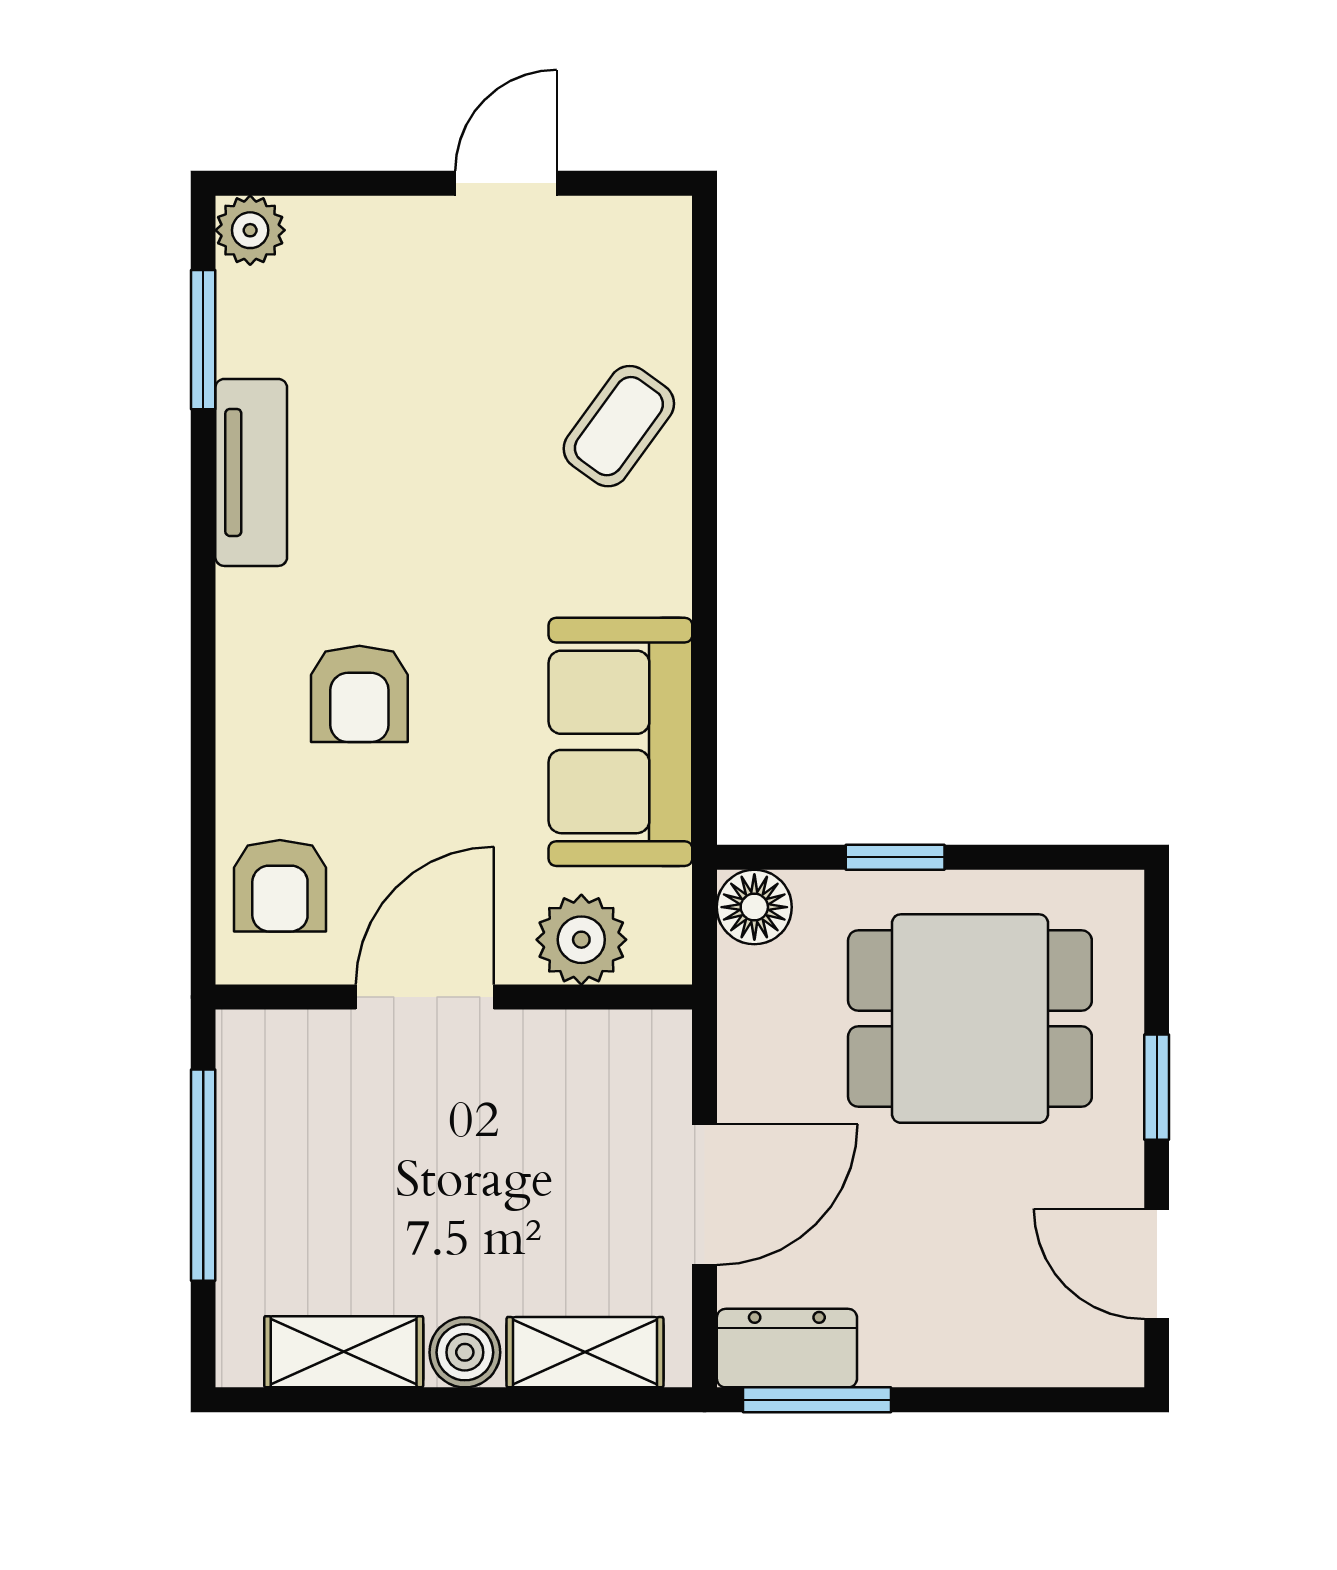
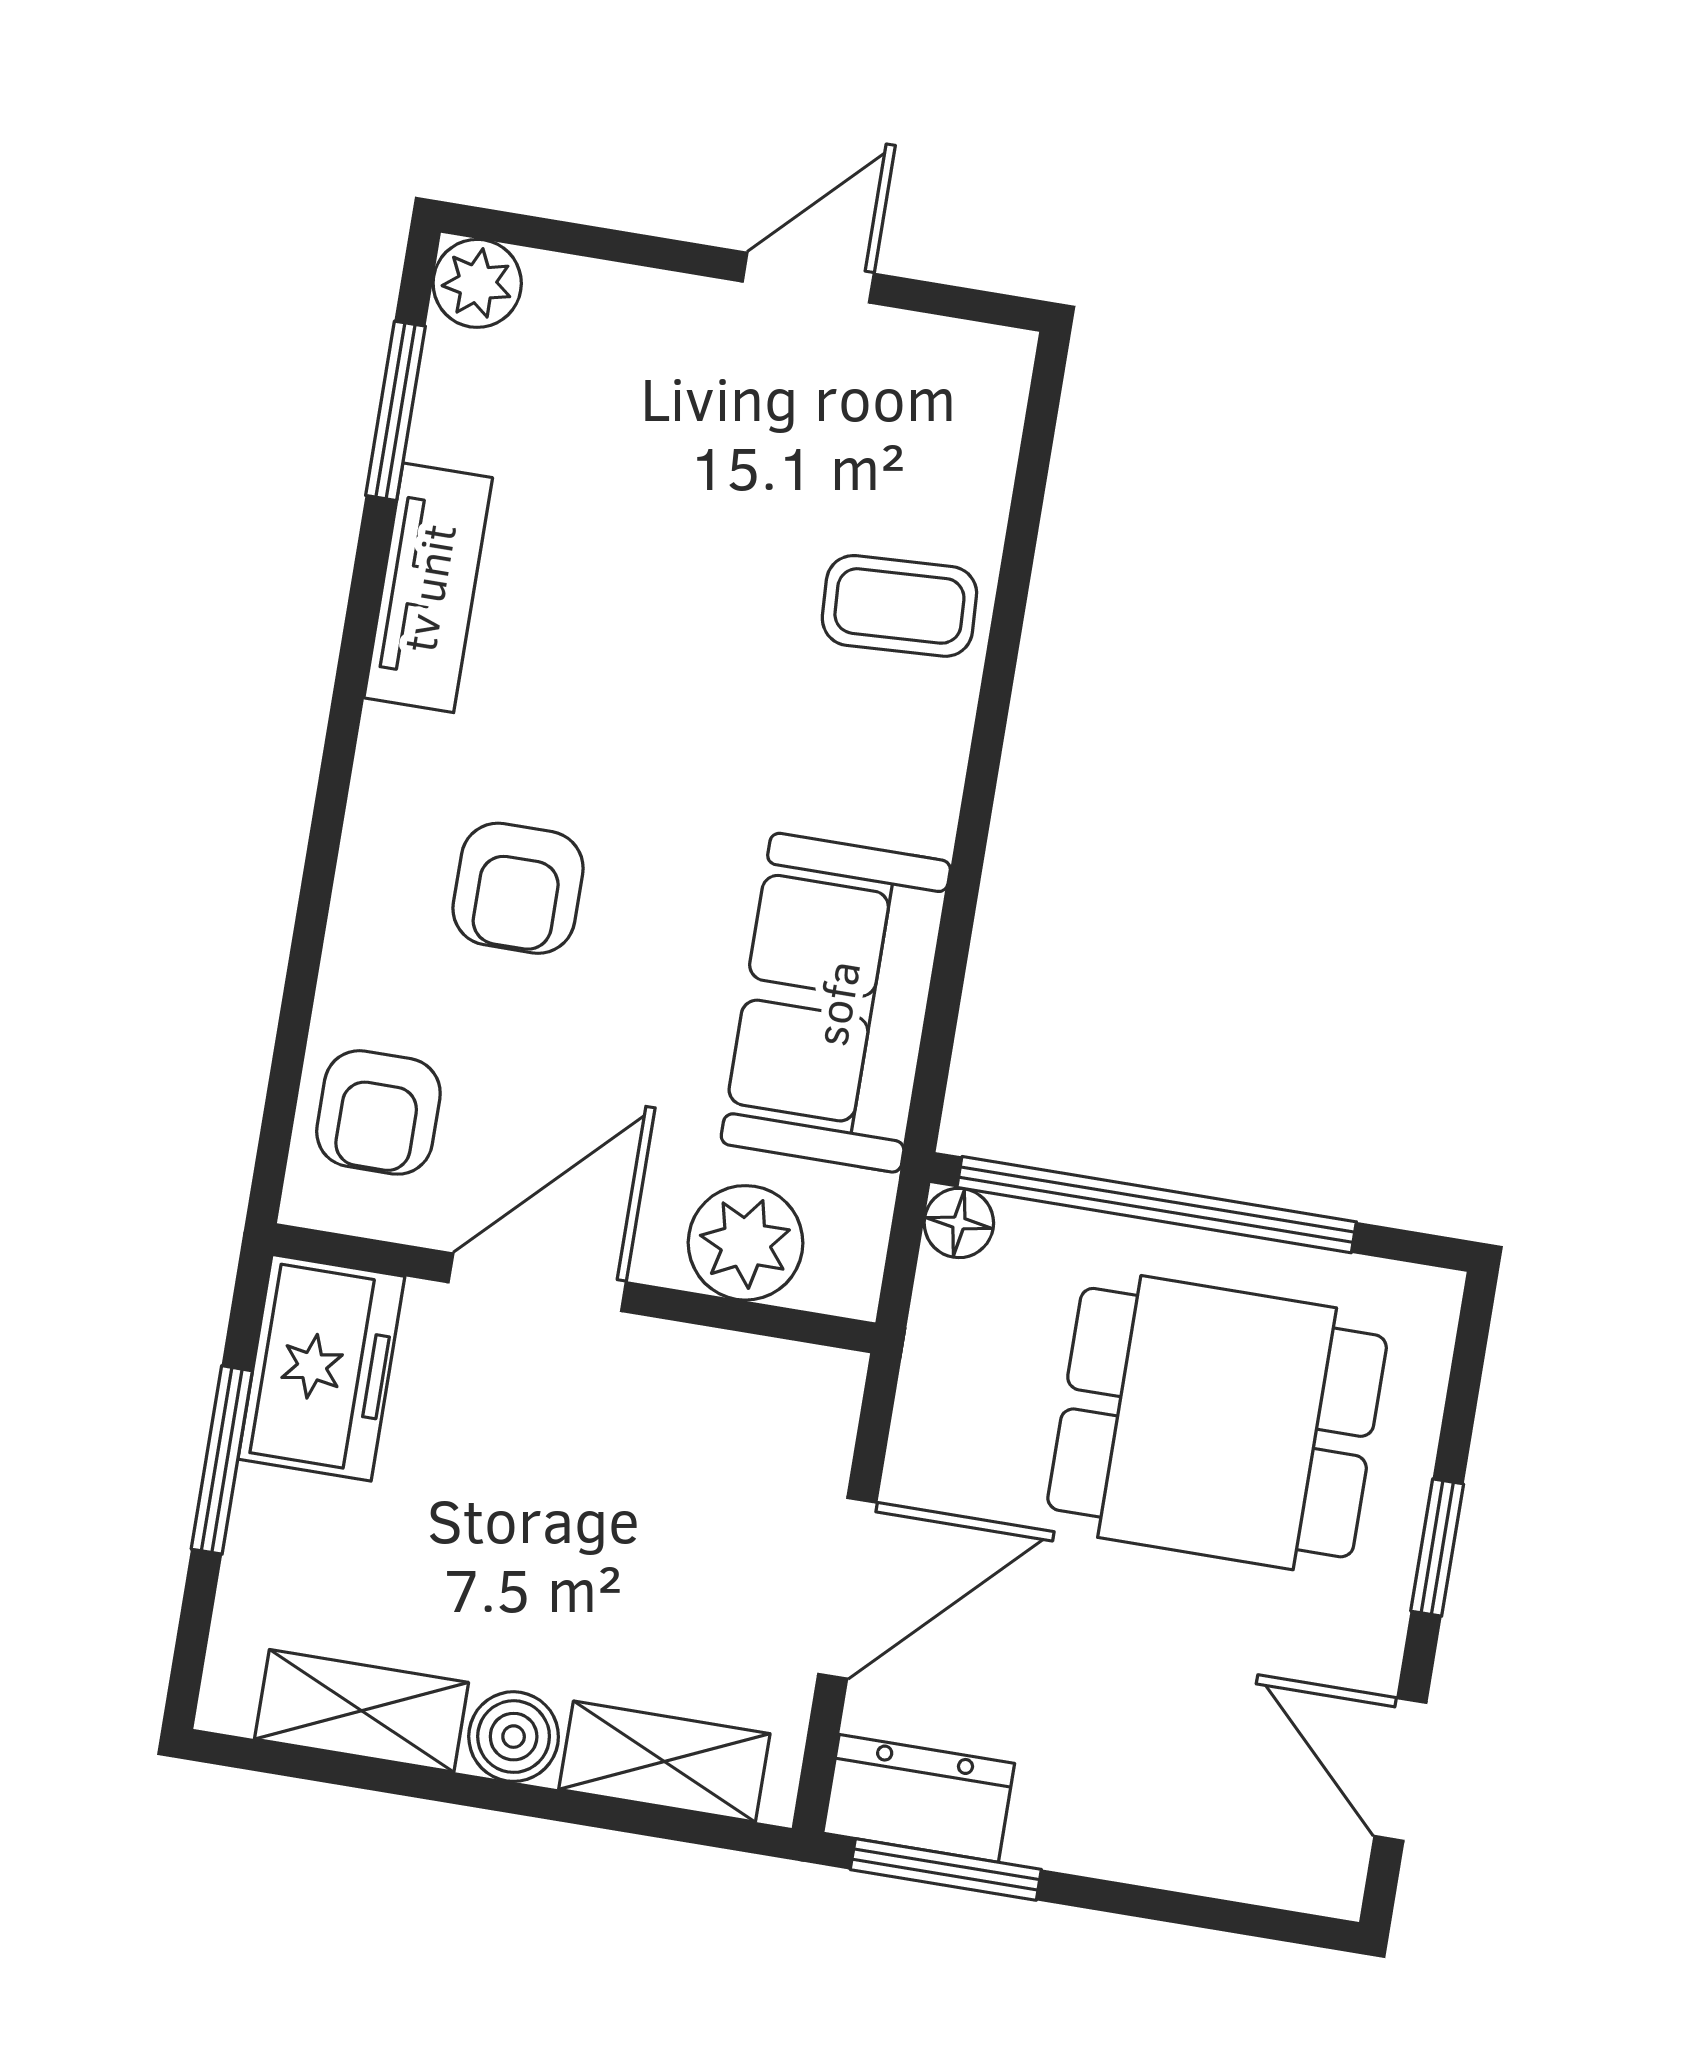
coffee table: (619, 426) -> (899, 606), turned 51
window: (895, 857) -> (1157, 1205), width x3.17
floor lamp: (754, 907) -> (959, 1223), width x0.73, depth x0.73
freezer: (269, 1091) -> (321, 1368), added
window: (203, 1175) -> (222, 1460), width x0.69

